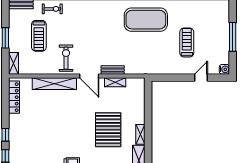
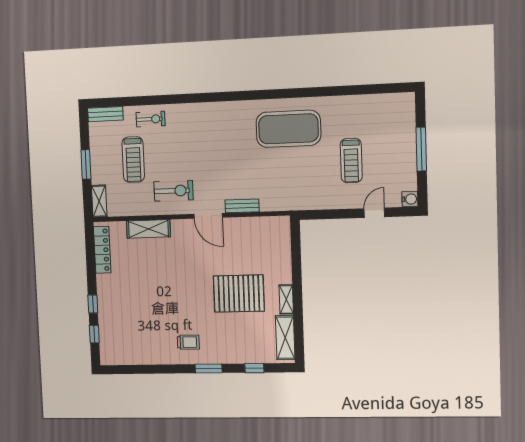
treadmill: (187, 42) -> (351, 161), turned 180
exercise bike: (66, 58) -> (174, 191), turned 90
shelving: (115, 82) -> (246, 224), removed
shelving: (54, 84) -> (148, 229), width x0.68
pallet: (108, 130) -> (239, 294), turned 90

